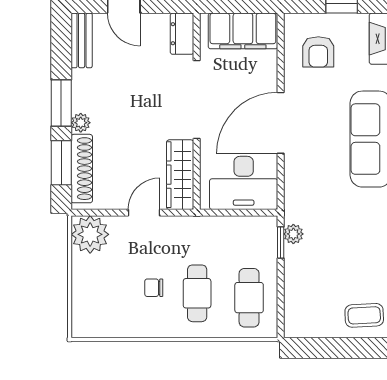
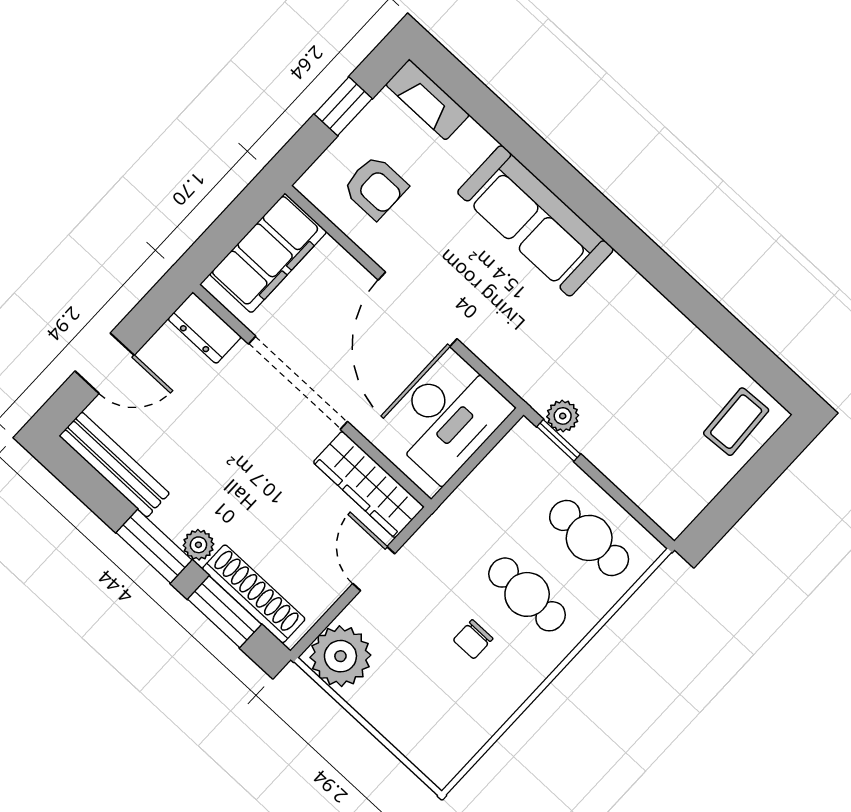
bench: (82, 40) -> (114, 465), width x1.36

